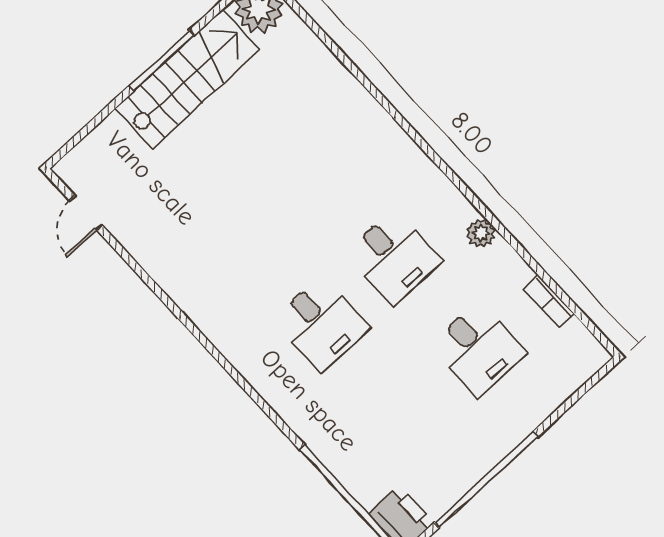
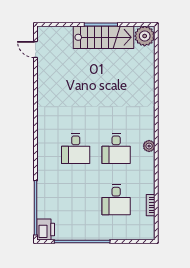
door: (86, 213) -> (36, 49), hinge flipped
plant: (481, 233) -> (149, 146), moved

